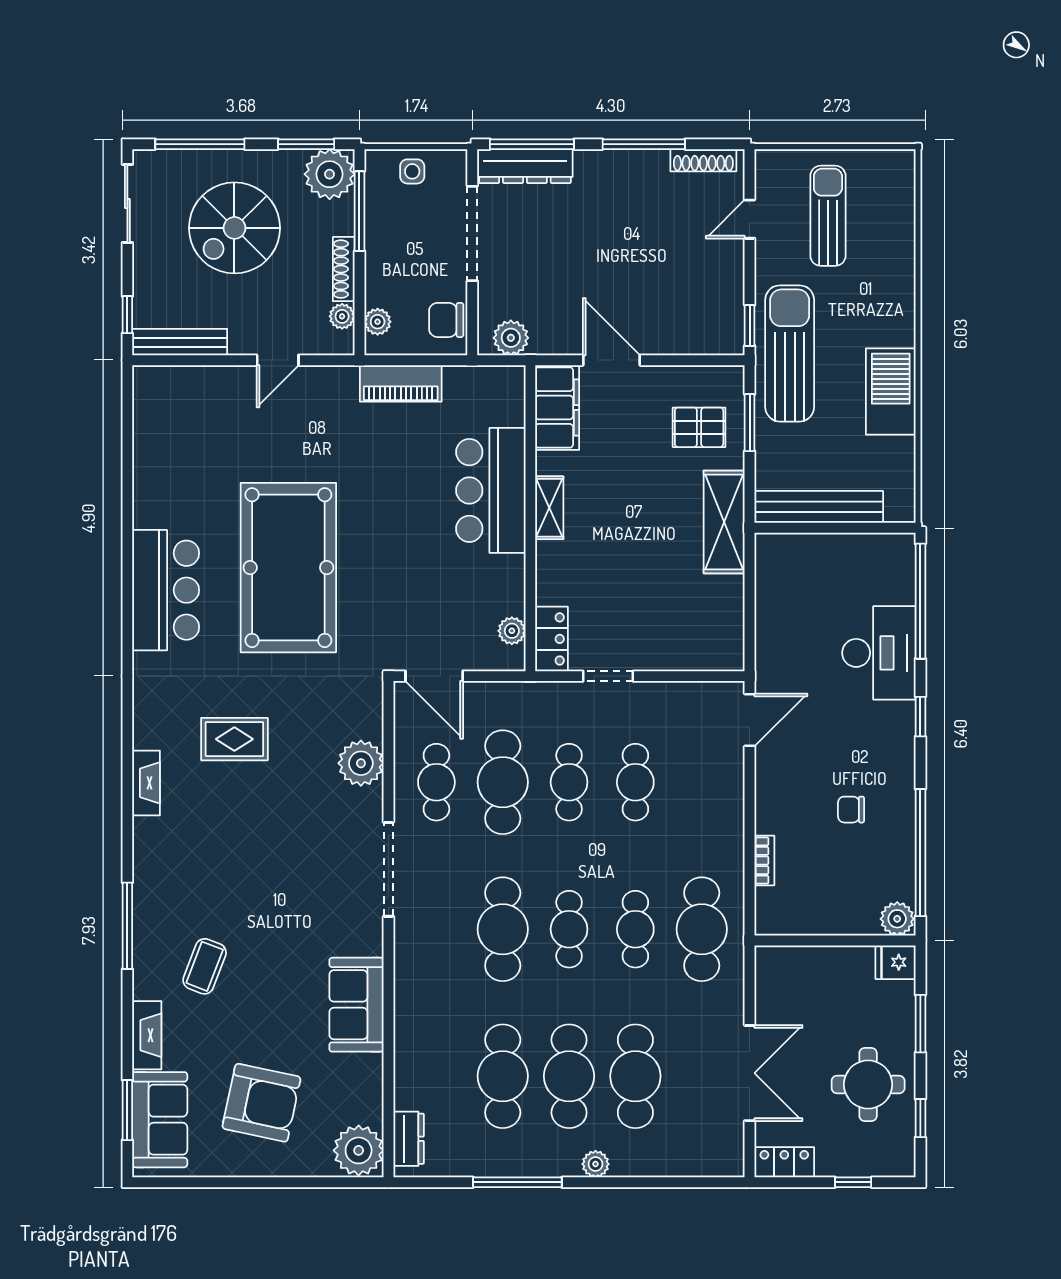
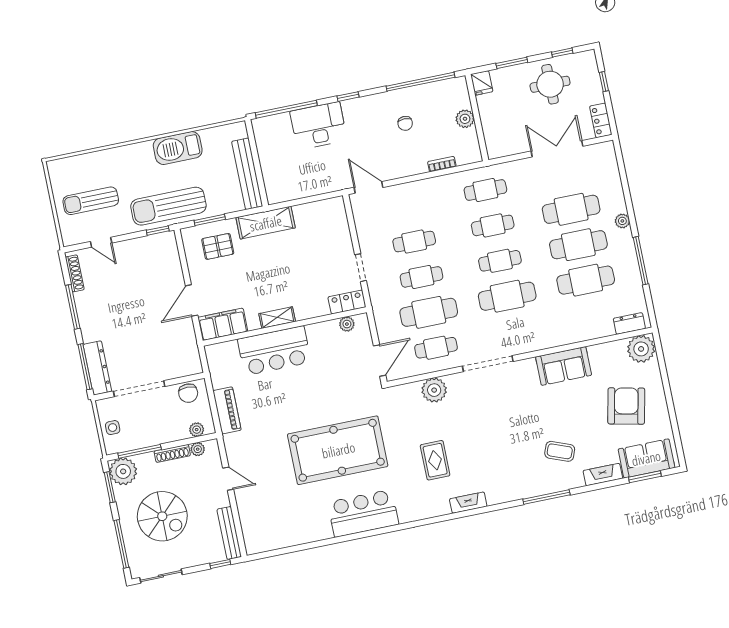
plant: (511, 338) -> (191, 357), removed
pallet: (699, 427) -> (218, 246), turned 90
plant: (897, 919) -> (465, 119), moved
cafe table: (702, 929) -> (485, 190), width x0.73, depth x0.74

